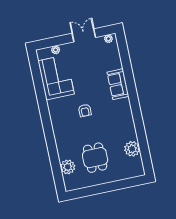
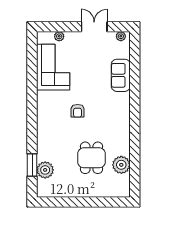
sofa: (118, 84) -> (121, 75), moved
dining table: (95, 158) -> (91, 158), moved
window: (56, 165) -> (32, 165), added

